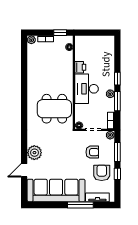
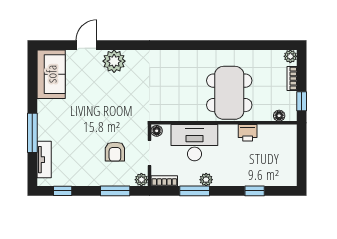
window: (117, 79) -> (255, 191), moved
desk: (87, 89) -> (194, 143), moved
dining table: (54, 109) -> (229, 93), moved
door: (24, 170) -> (86, 45), hinge flipped
armchair: (102, 173) -> (83, 166), removed
window: (117, 174) -> (63, 191), moved
sofa: (56, 190) -> (51, 74), width x0.54, depth x0.79

